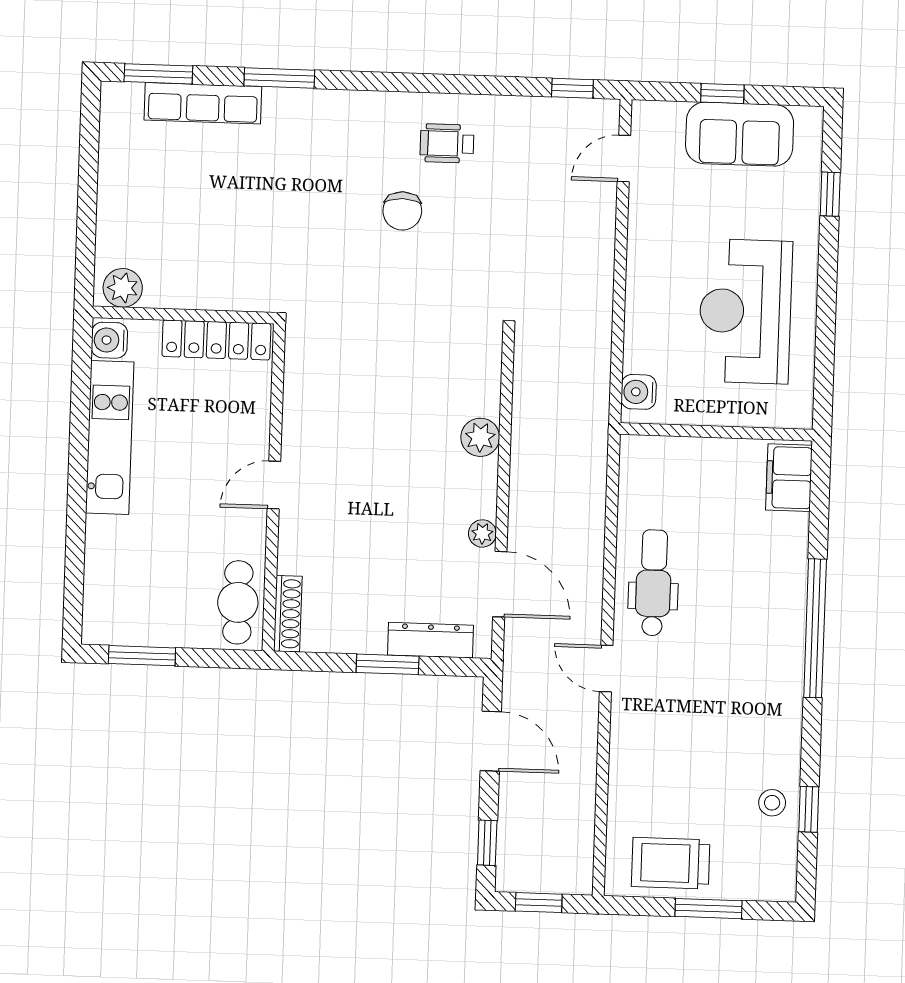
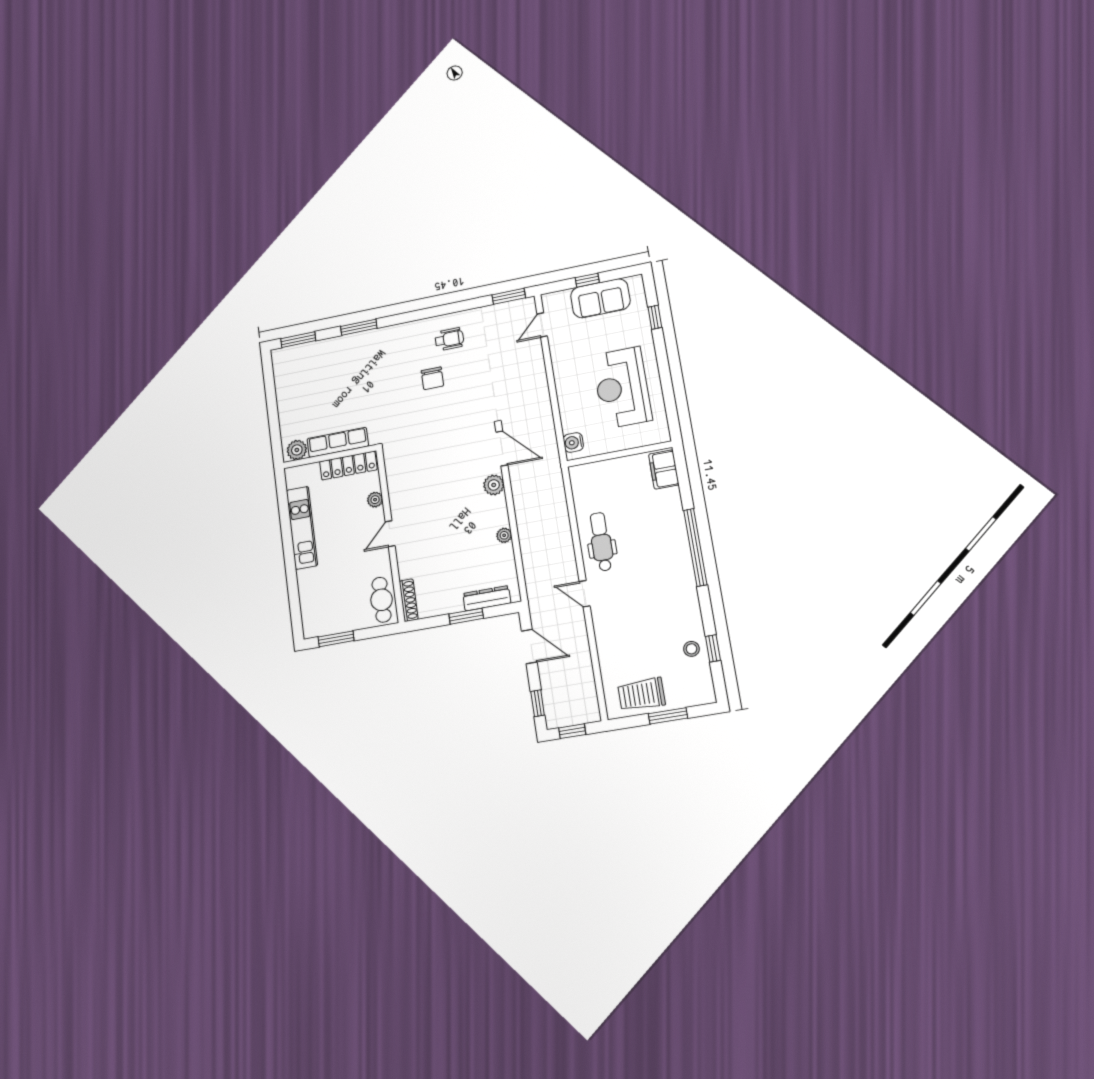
window: (572, 88) -> (509, 296), width x1.50
row of seats: (203, 103) -> (338, 442), moved, turned 180
wheelchair: (447, 143) -> (449, 339), turned 180
water cooler: (109, 340) -> (294, 478), removed
plant: (256, 415) -> (375, 500), added
door: (500, 584) -> (502, 449), moved

